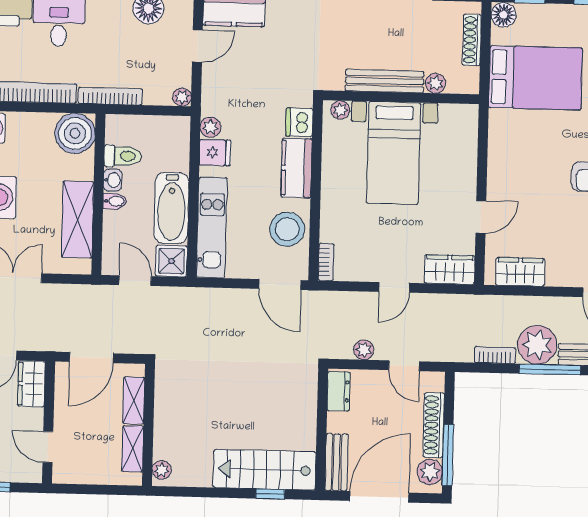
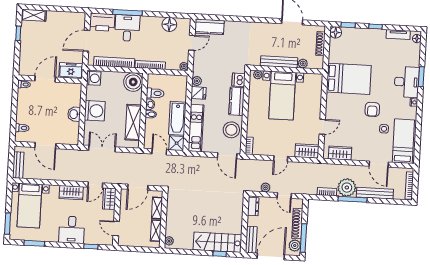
bed: (535, 78) -> (349, 79), moved

